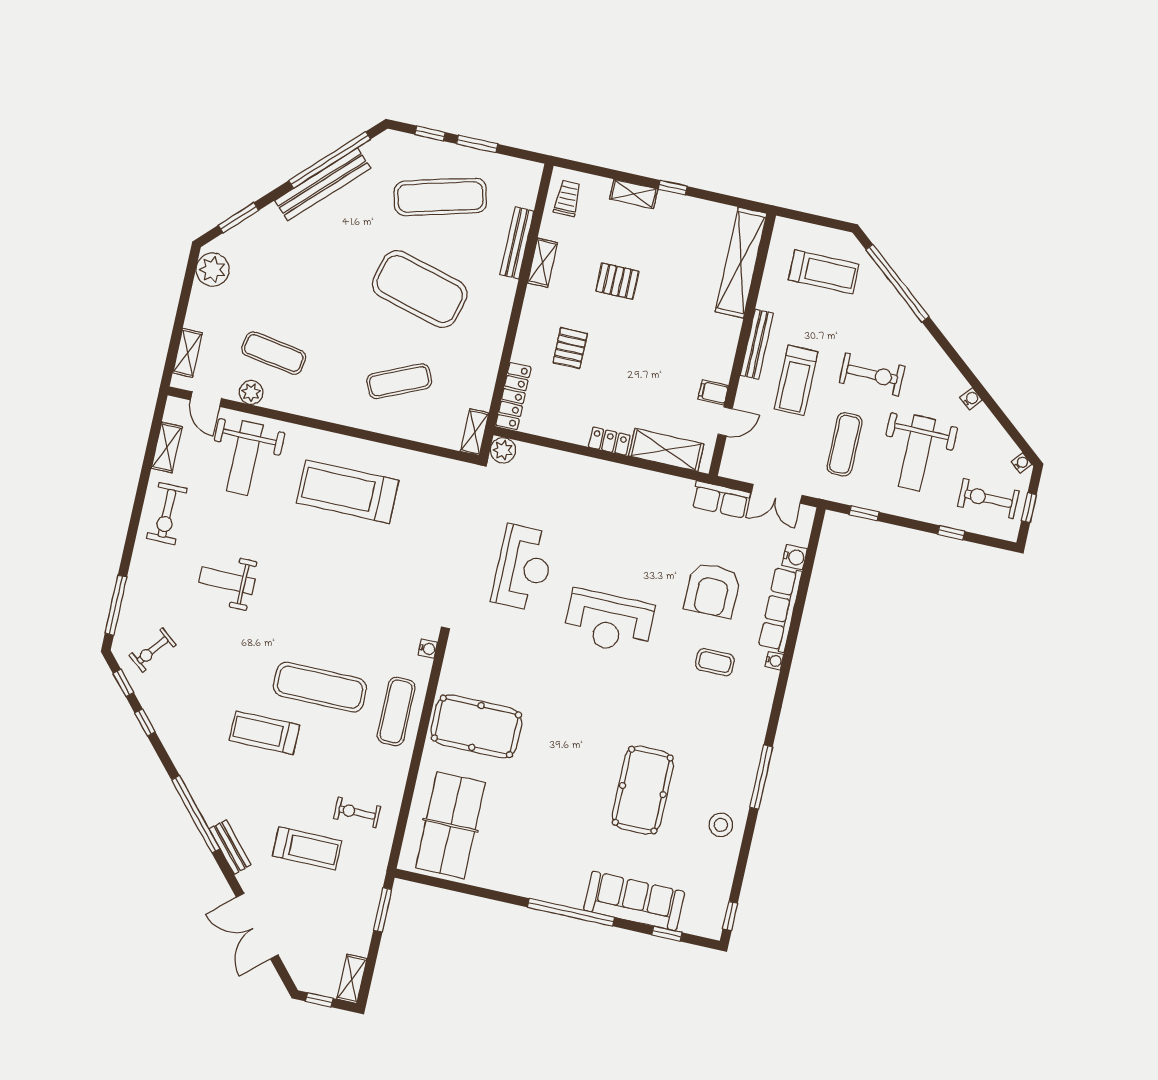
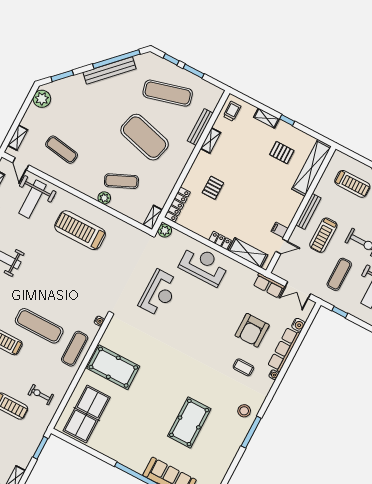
pallet: (617, 281) -> (282, 153), moved
plant: (251, 392) -> (104, 198), moved
reception desk: (609, 622) -> (204, 265), moved, turned 180
stool: (721, 825) -> (244, 411), moved

